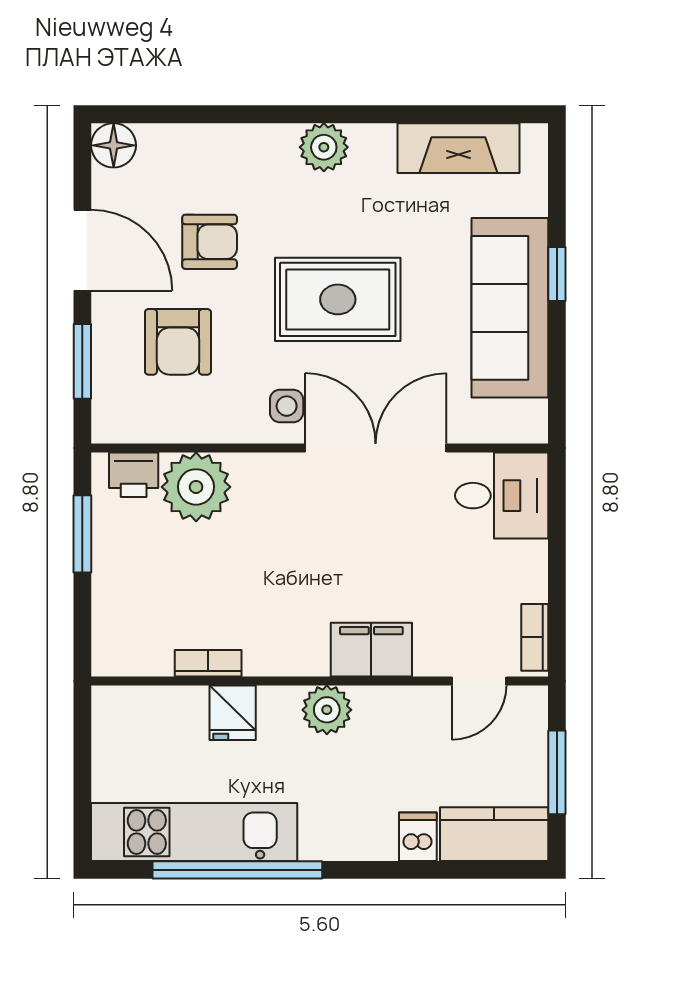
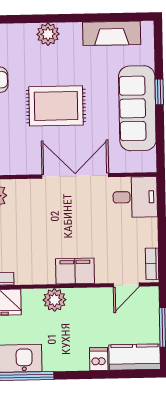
side table: (287, 406) -> (33, 157), removed

